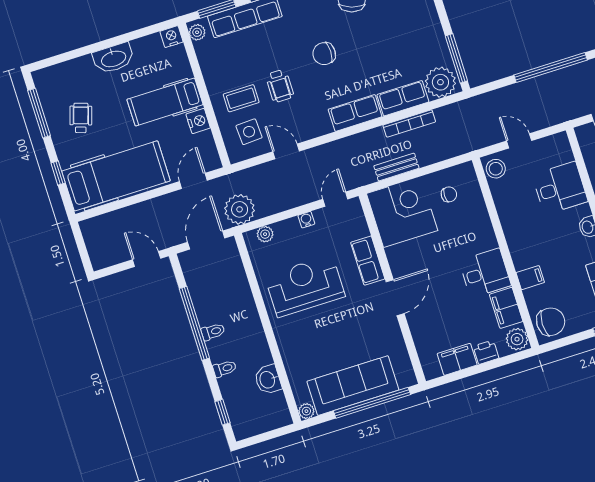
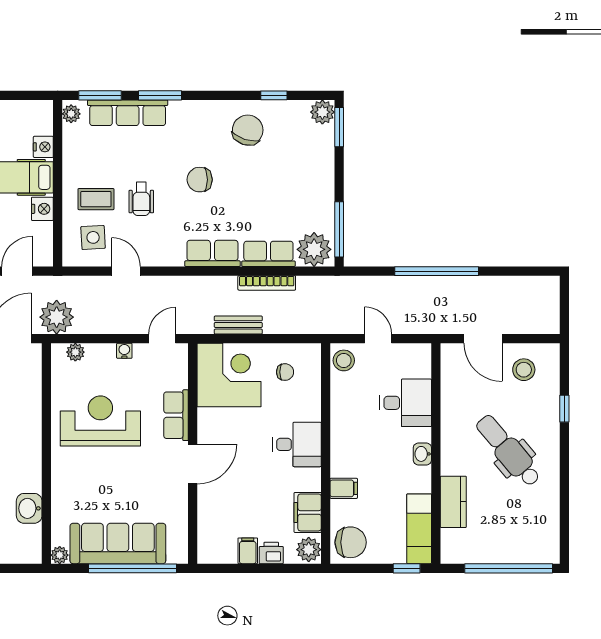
nightstand: (172, 37) -> (43, 147), moved, turned 90
desk: (485, 273) -> (297, 444), moved
filing cabinet: (457, 359) -> (248, 551), width x0.50

